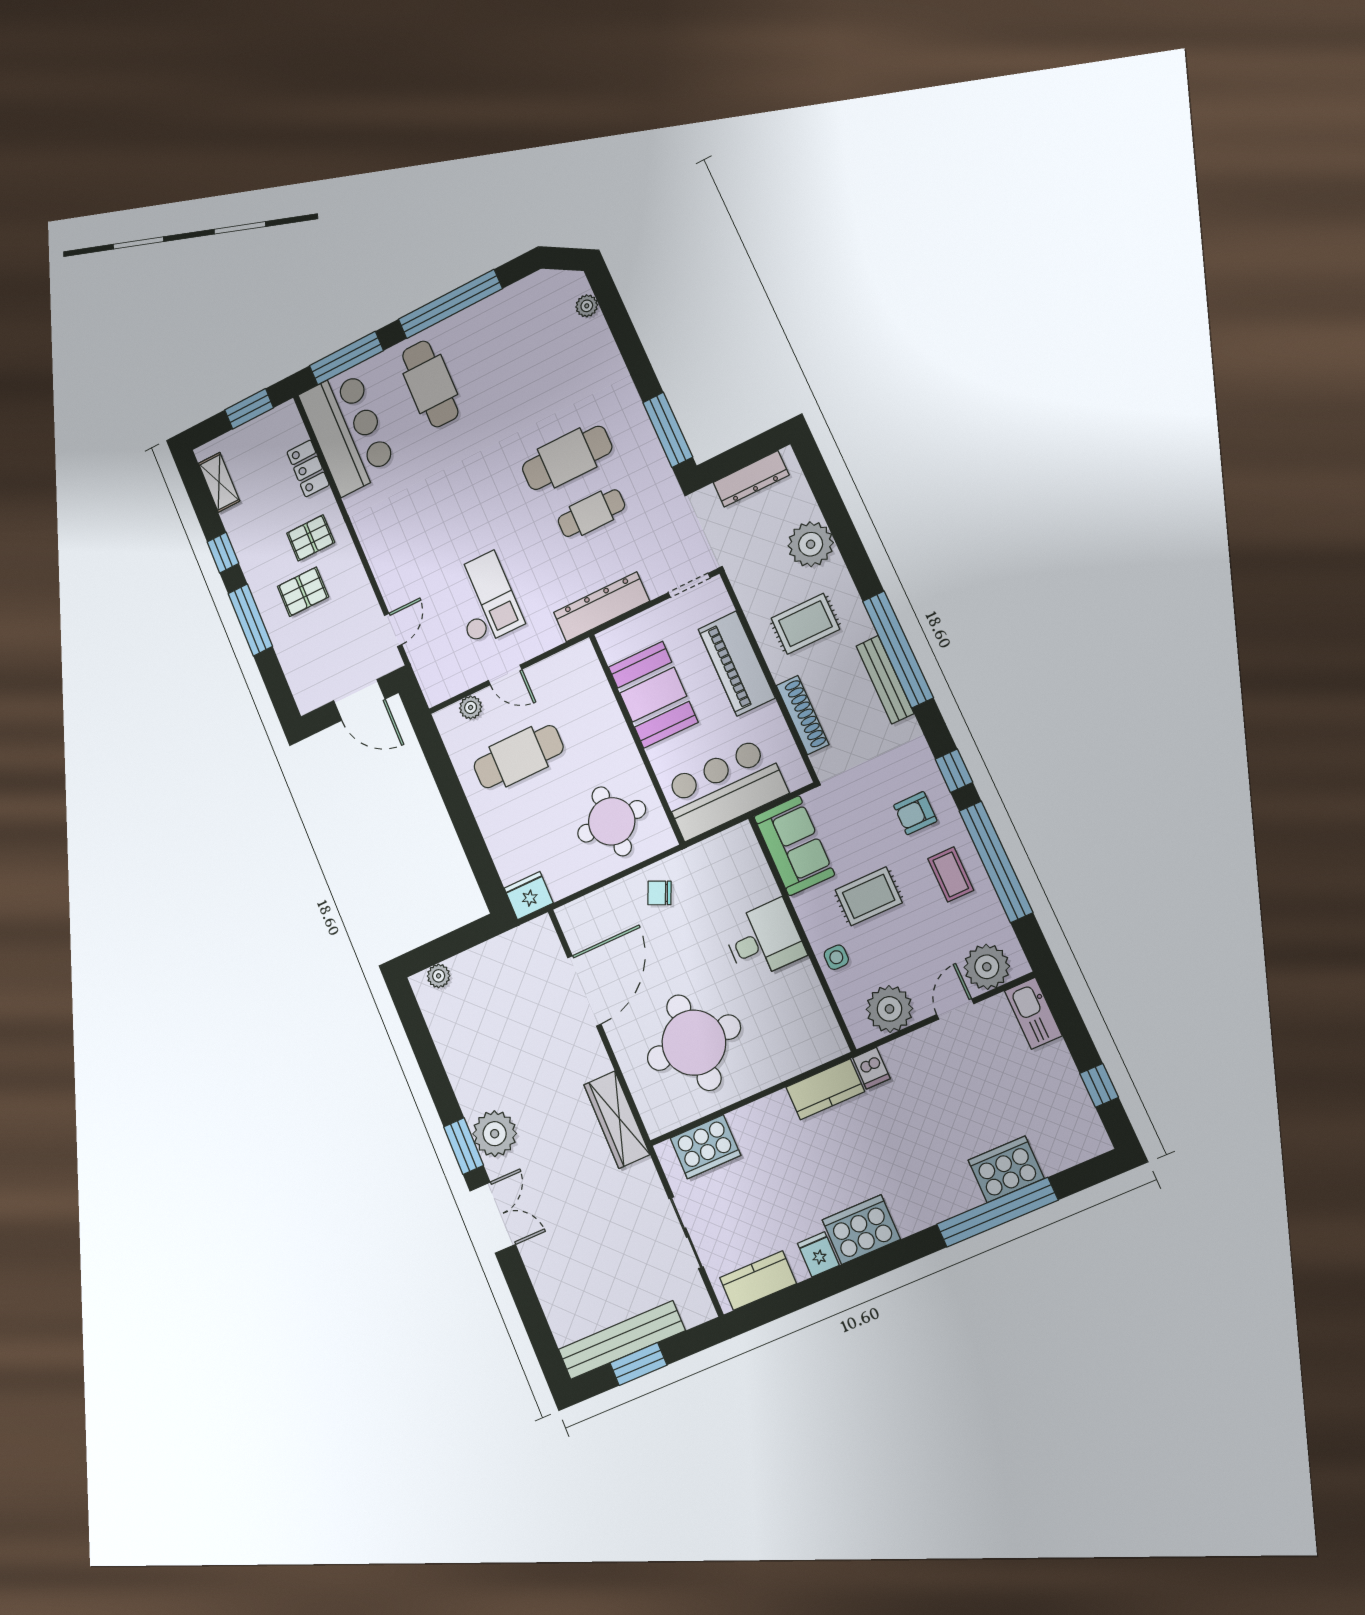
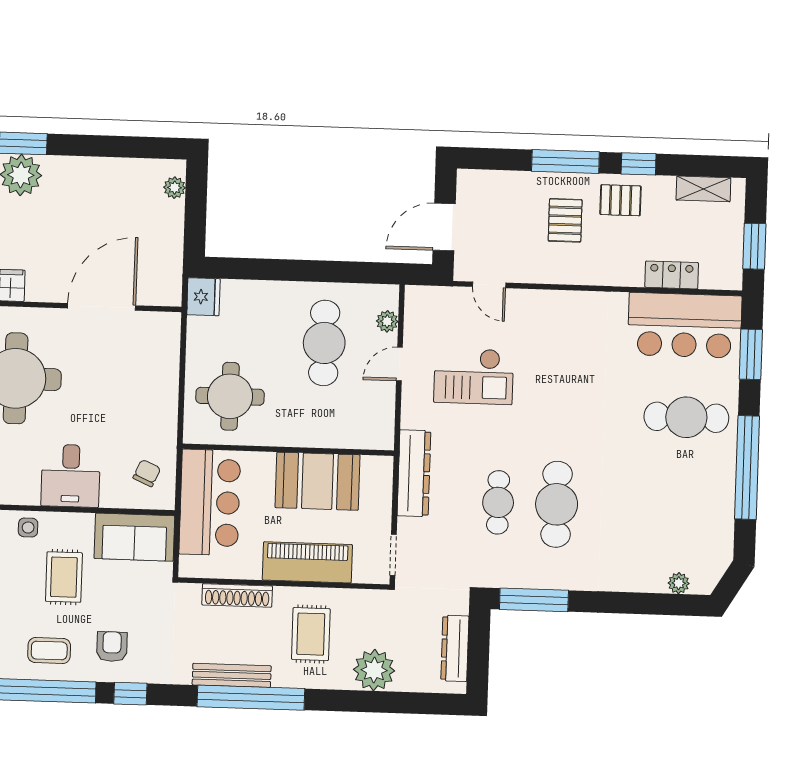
window: (346, 358) -> (751, 354), width x0.69
pallet: (311, 538) -> (621, 200), moved, turned 90
chair: (659, 893) -> (147, 473), moved
door: (584, 991) -> (102, 307), swing flipped

